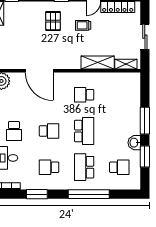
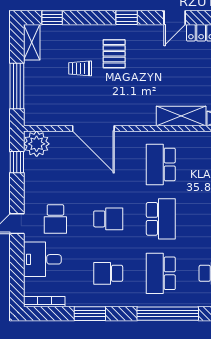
trolley: (83, 25) -> (80, 68), moved
school desk: (84, 95) -> (161, 164), width x1.85

